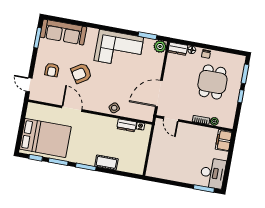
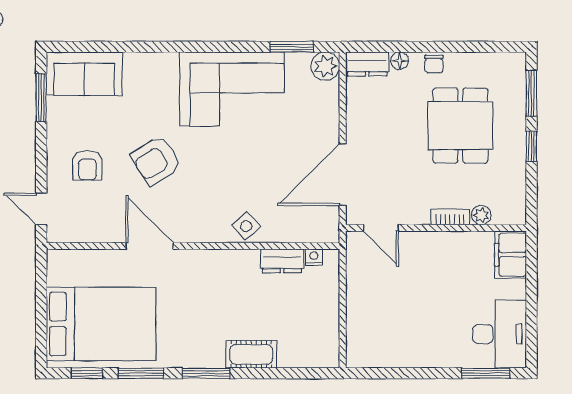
sofa: (63, 32) -> (84, 74), width x0.73

